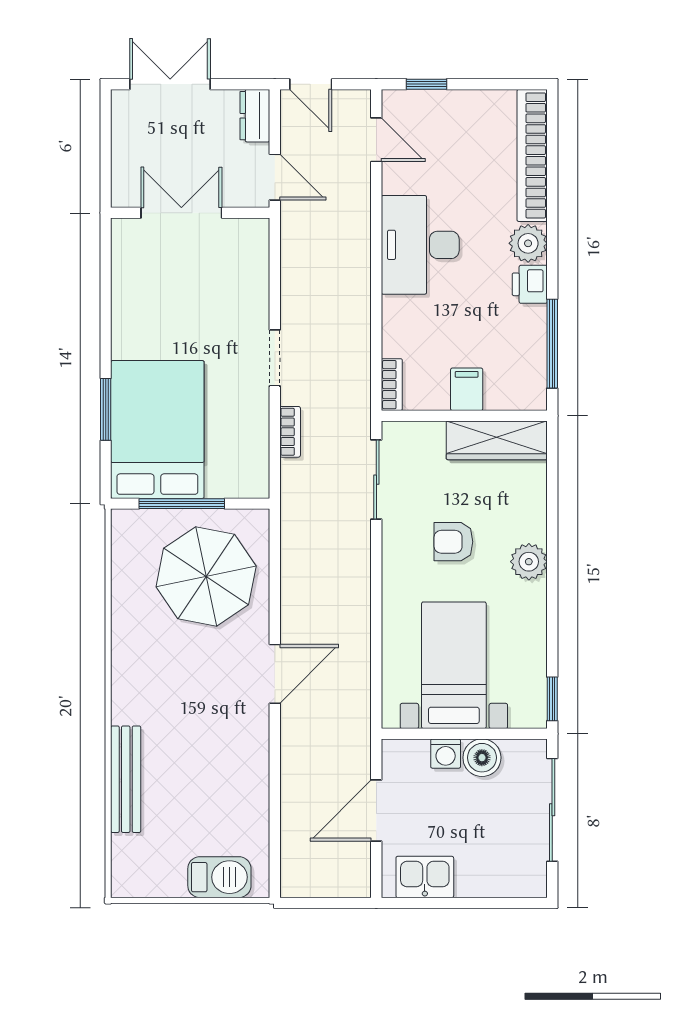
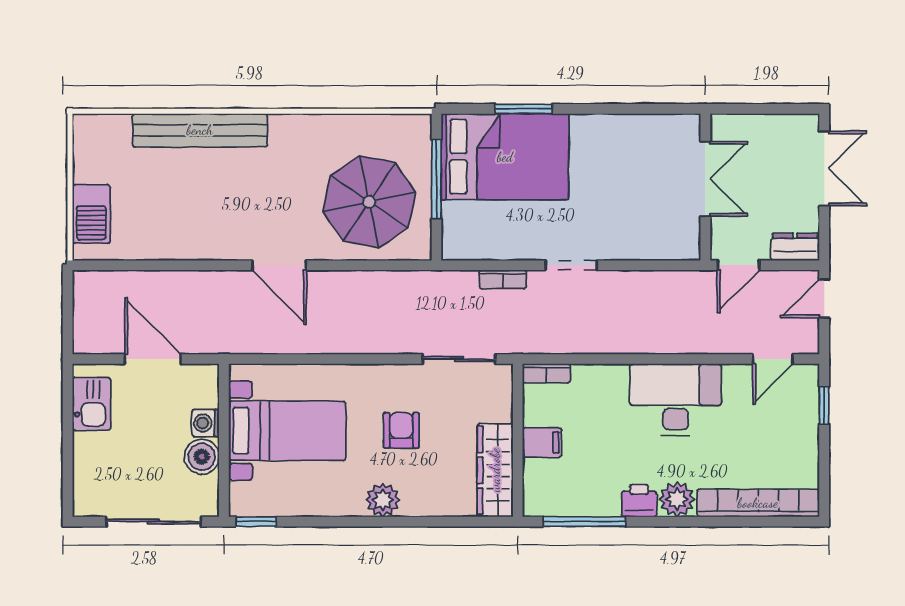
bench: (126, 779) -> (200, 130), width x1.37, depth x1.21

